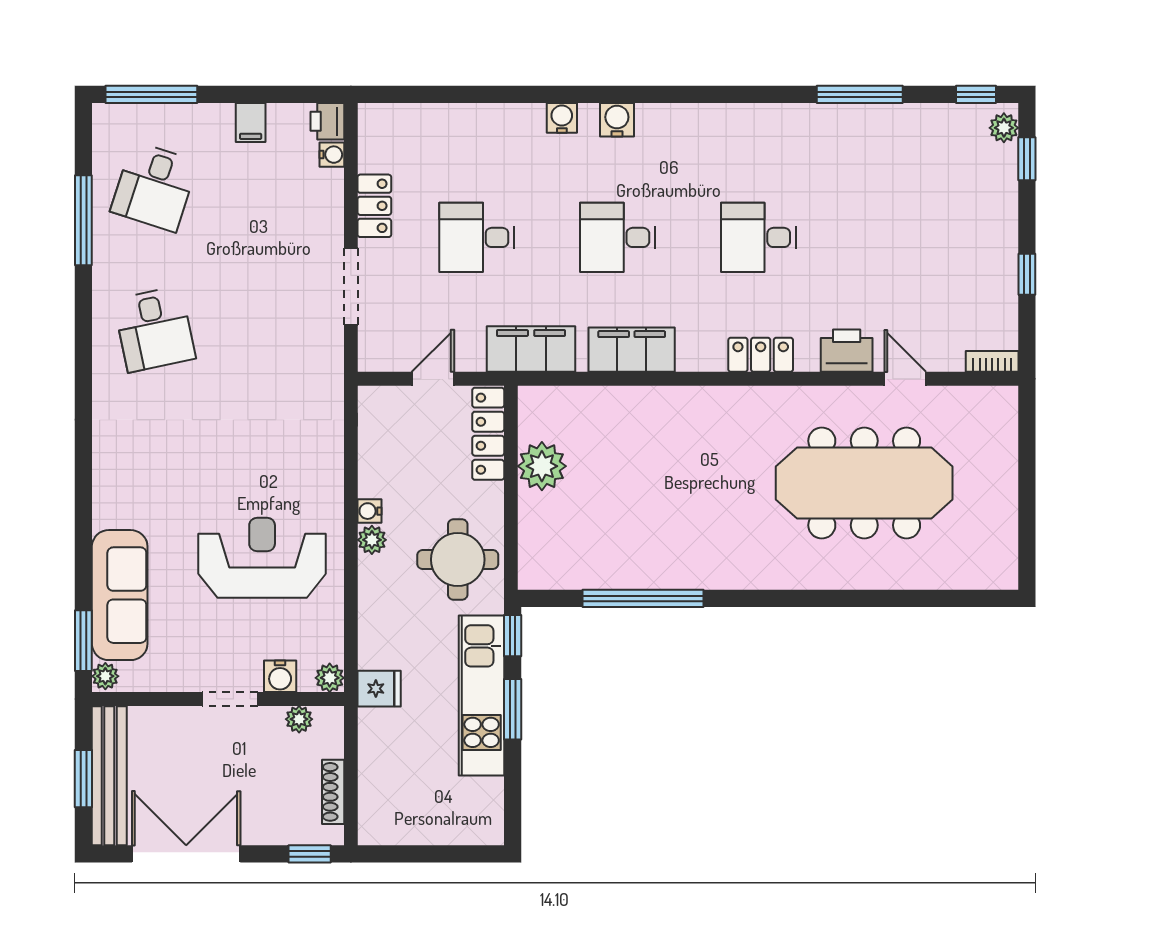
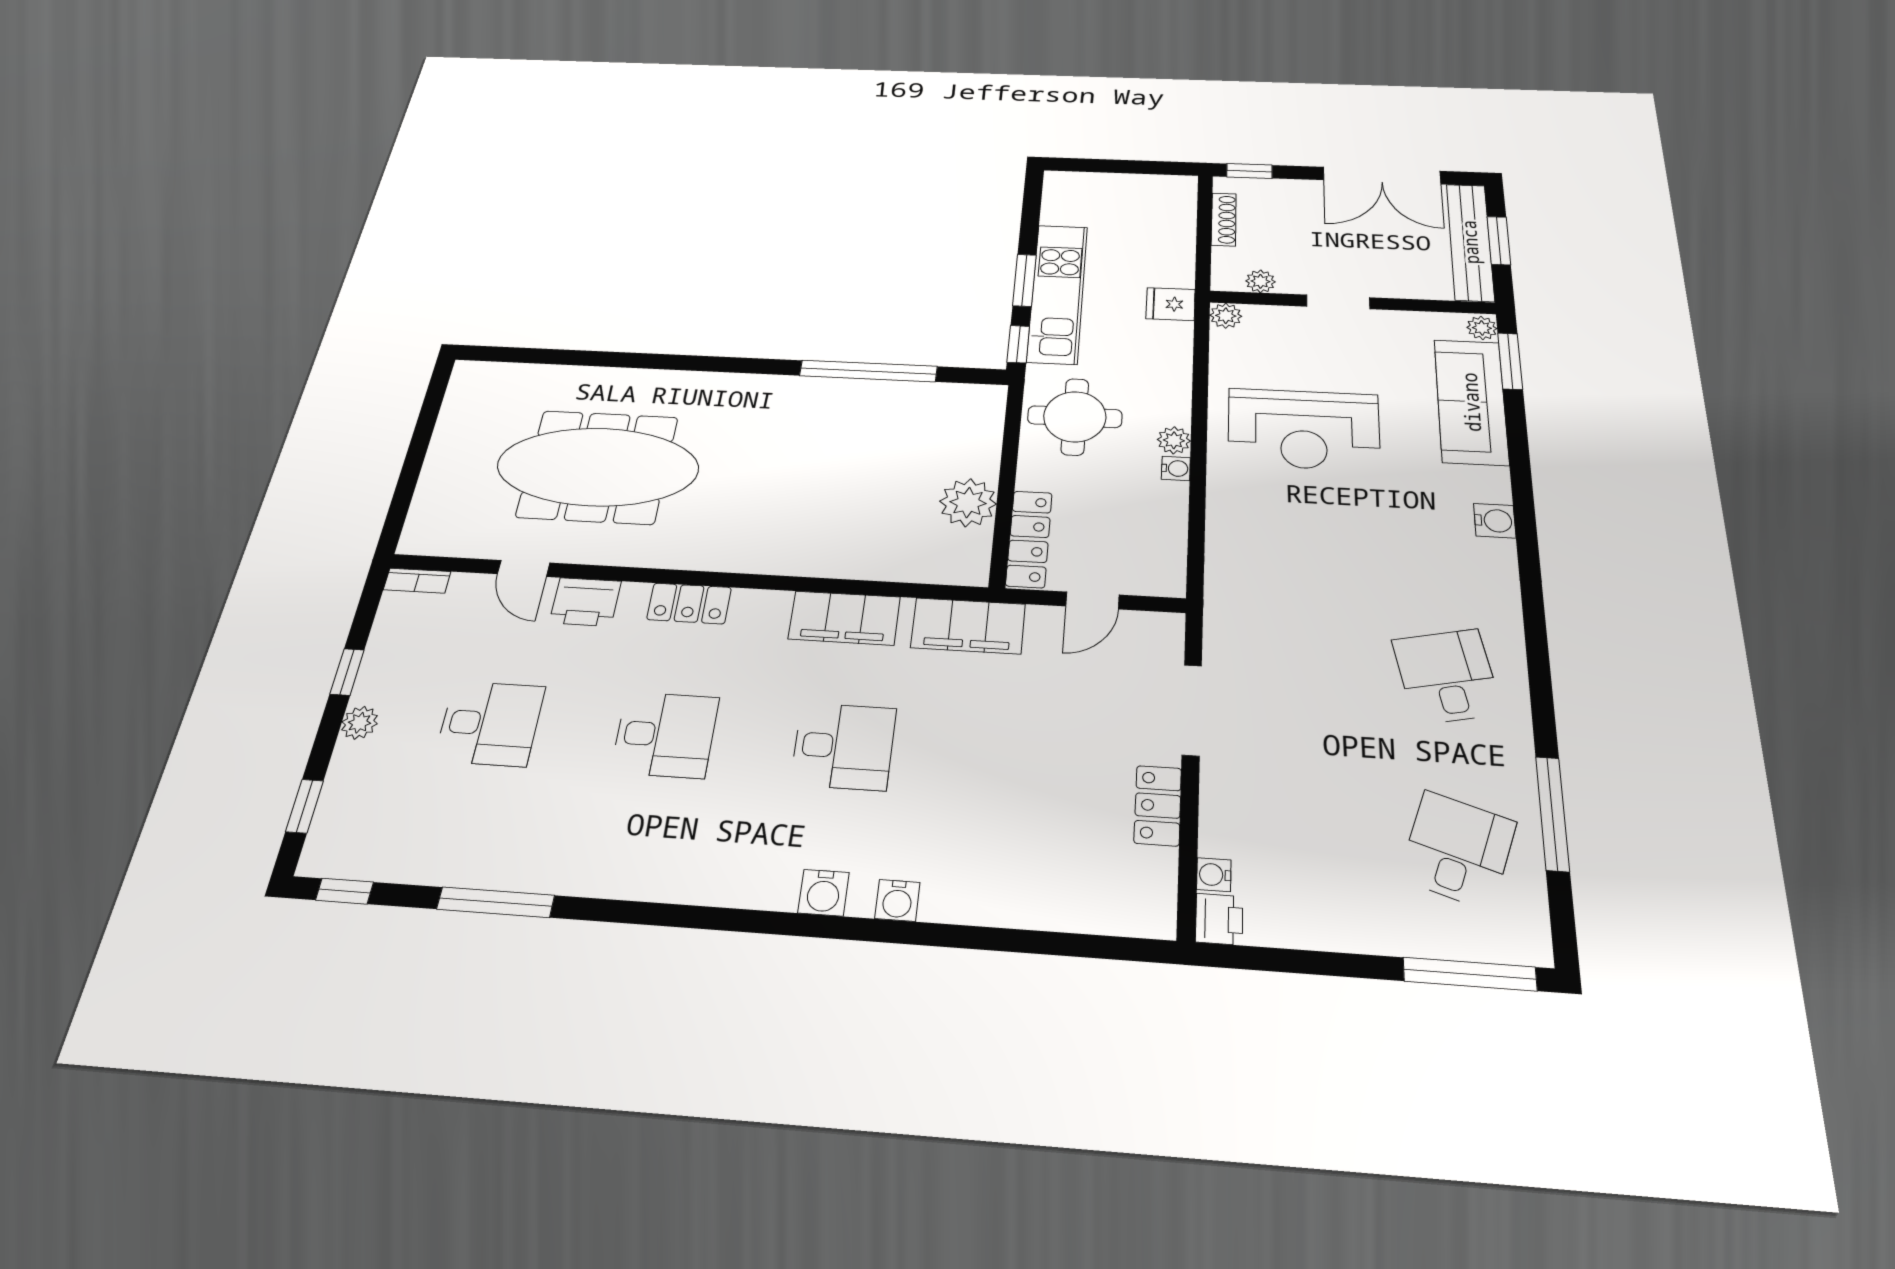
filing cabinet: (251, 123) -> (1327, 925), removed
plant: (1004, 128) -> (360, 723), moved
desk: (477, 237) -> (490, 723), moved
water cooler: (280, 676) -> (1495, 521), moved, turned 90

